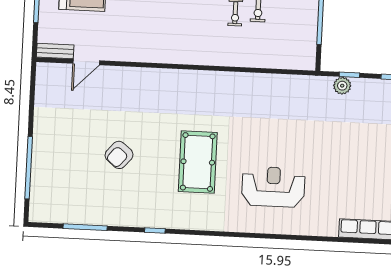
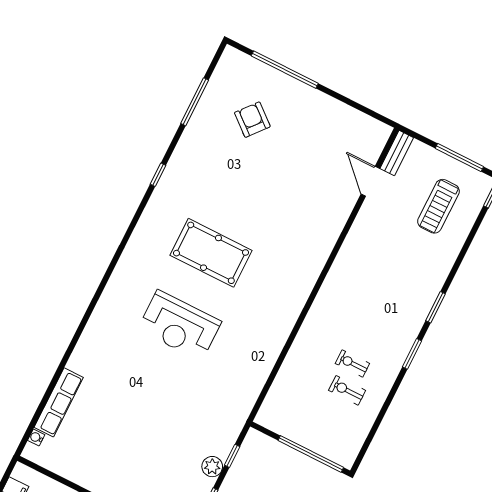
plant: (342, 86) -> (212, 467), moved
armchair: (119, 155) -> (252, 120), moved
reception desk: (273, 187) -> (179, 325), moved, turned 90

